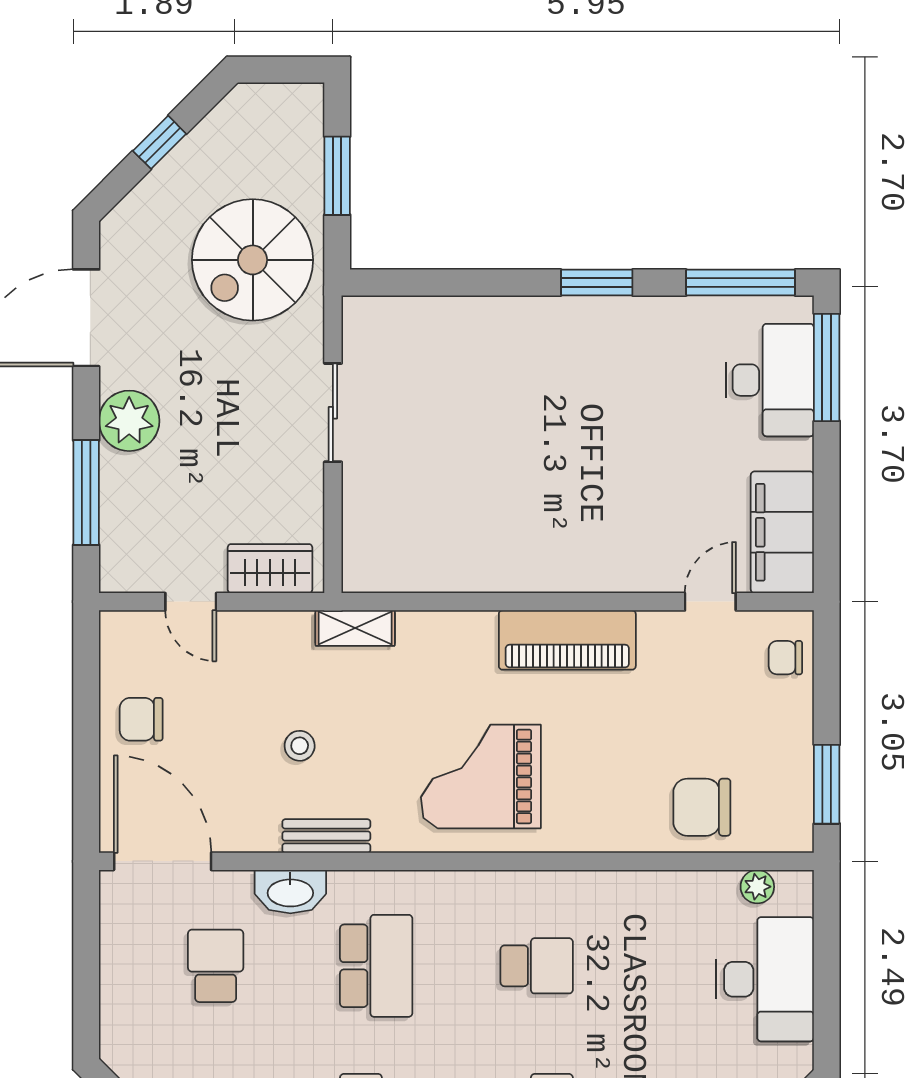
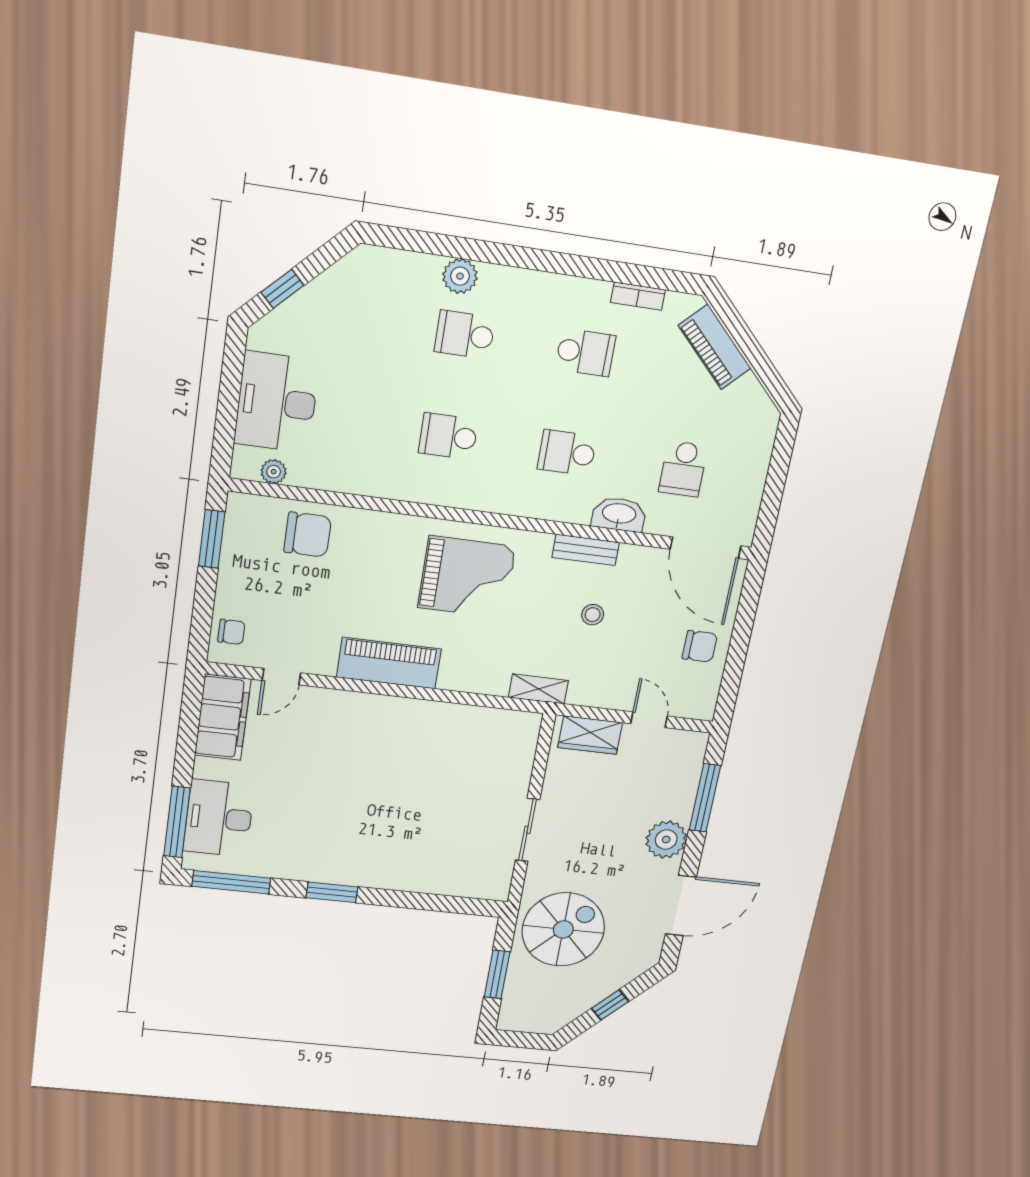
school desk: (376, 966) -> (567, 453), width x0.54

